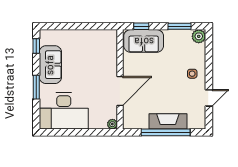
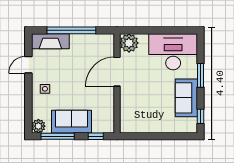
window: (179, 26) -> (58, 136), width x1.44
sofa: (144, 41) -> (71, 122), moved
fireplace: (168, 121) -> (50, 41), moved
plant: (112, 124) -> (129, 43), width x1.88, depth x1.88

